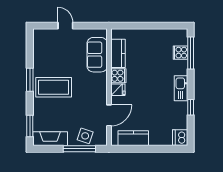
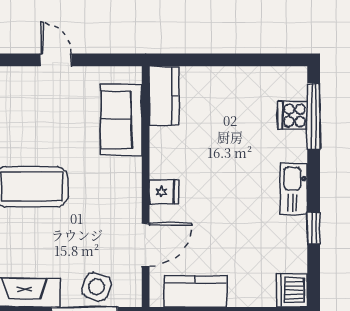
kitchen counter: (118, 53) -> (164, 96), moved
cooker: (118, 76) -> (165, 163), removed

